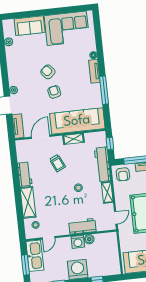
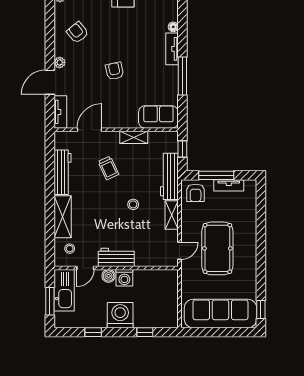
armchair: (48, 72) -> (77, 32), moved
sofa: (77, 121) -> (158, 117), width x0.54, depth x0.79
workbench: (25, 174) -> (63, 172), width x1.38
workbench: (82, 226) -> (116, 257), moved
boiler: (89, 239) -> (108, 276), moved

